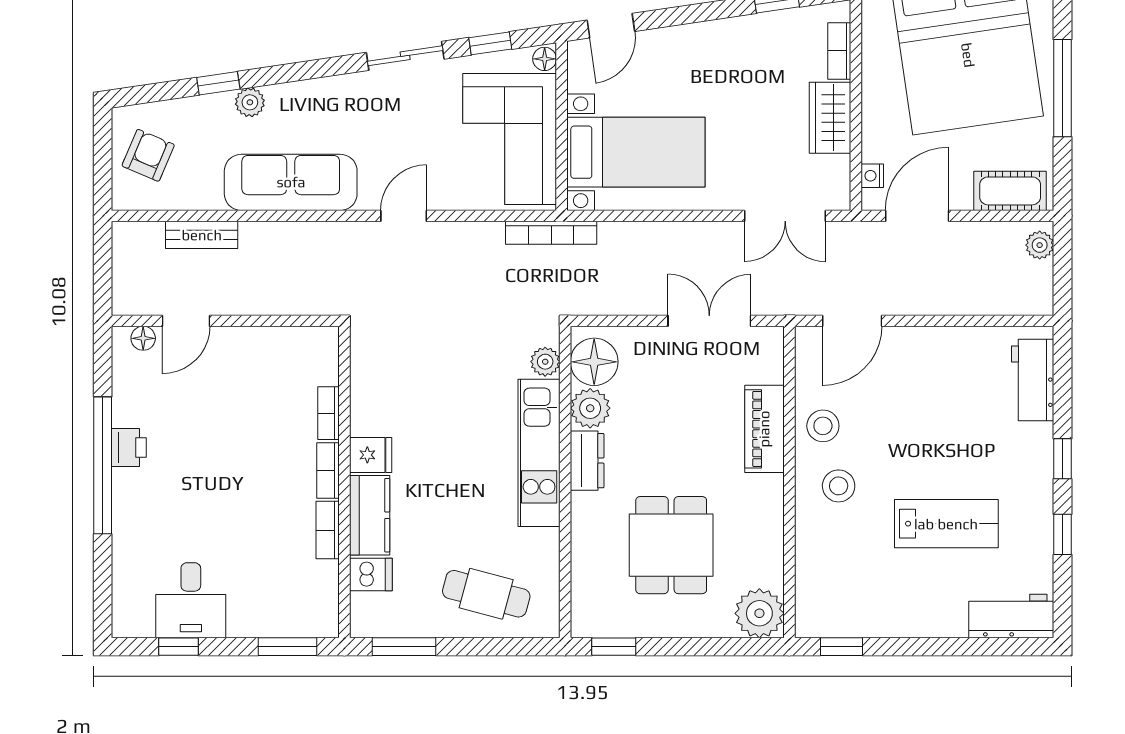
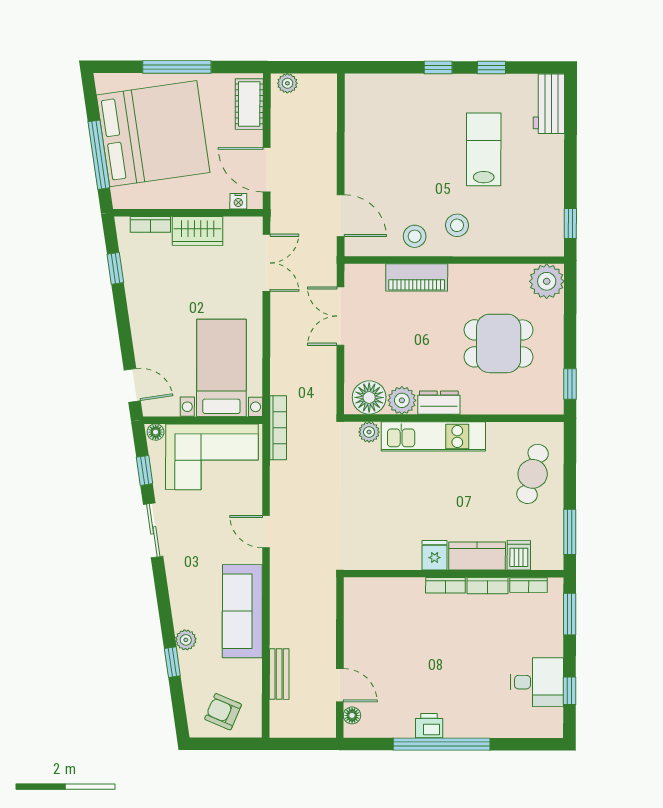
workbench: (1033, 380) -> (383, 88), removed
bookcase: (329, 413) -> (528, 585), moved

